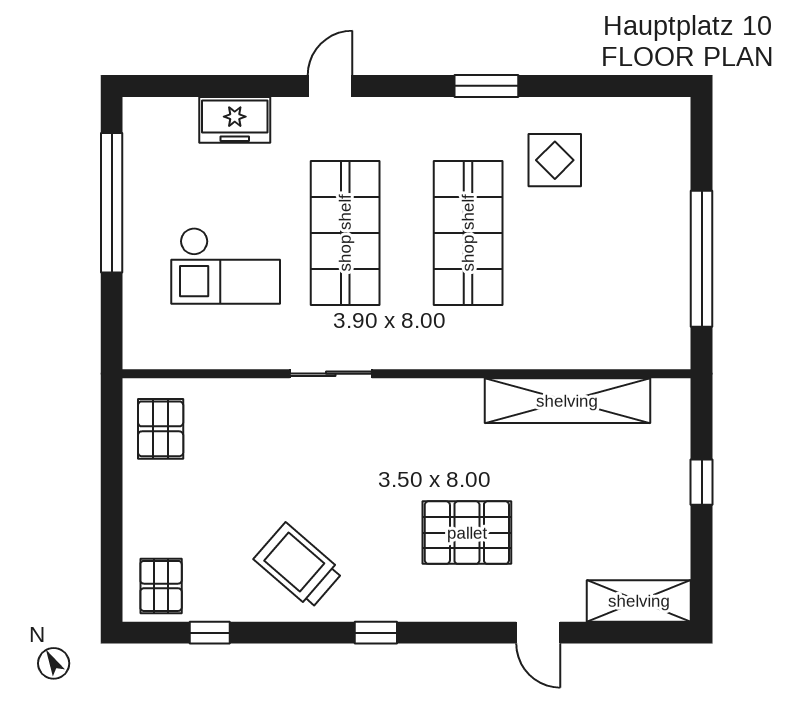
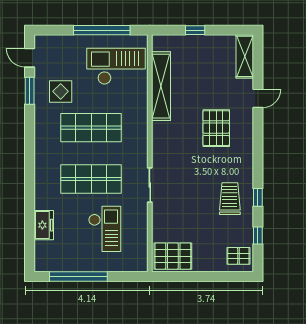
door: (330, 86) -> (30, 58), moved
window: (486, 86) -> (30, 91), moved
checkout: (615, 293) -> (116, 66), added
pallet: (161, 429) -> (173, 256), width x1.50, depth x1.42
trolley: (298, 566) -> (230, 199), turned 139
window: (376, 633) -> (258, 197), moved

